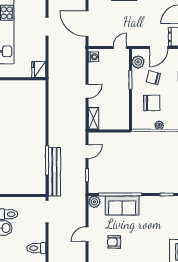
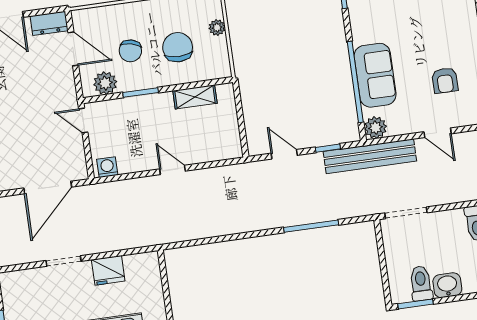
fridge: (39, 69) -> (108, 270), moved
shelving: (93, 118) -> (195, 97), moved
bench: (54, 172) -> (370, 156), moved

